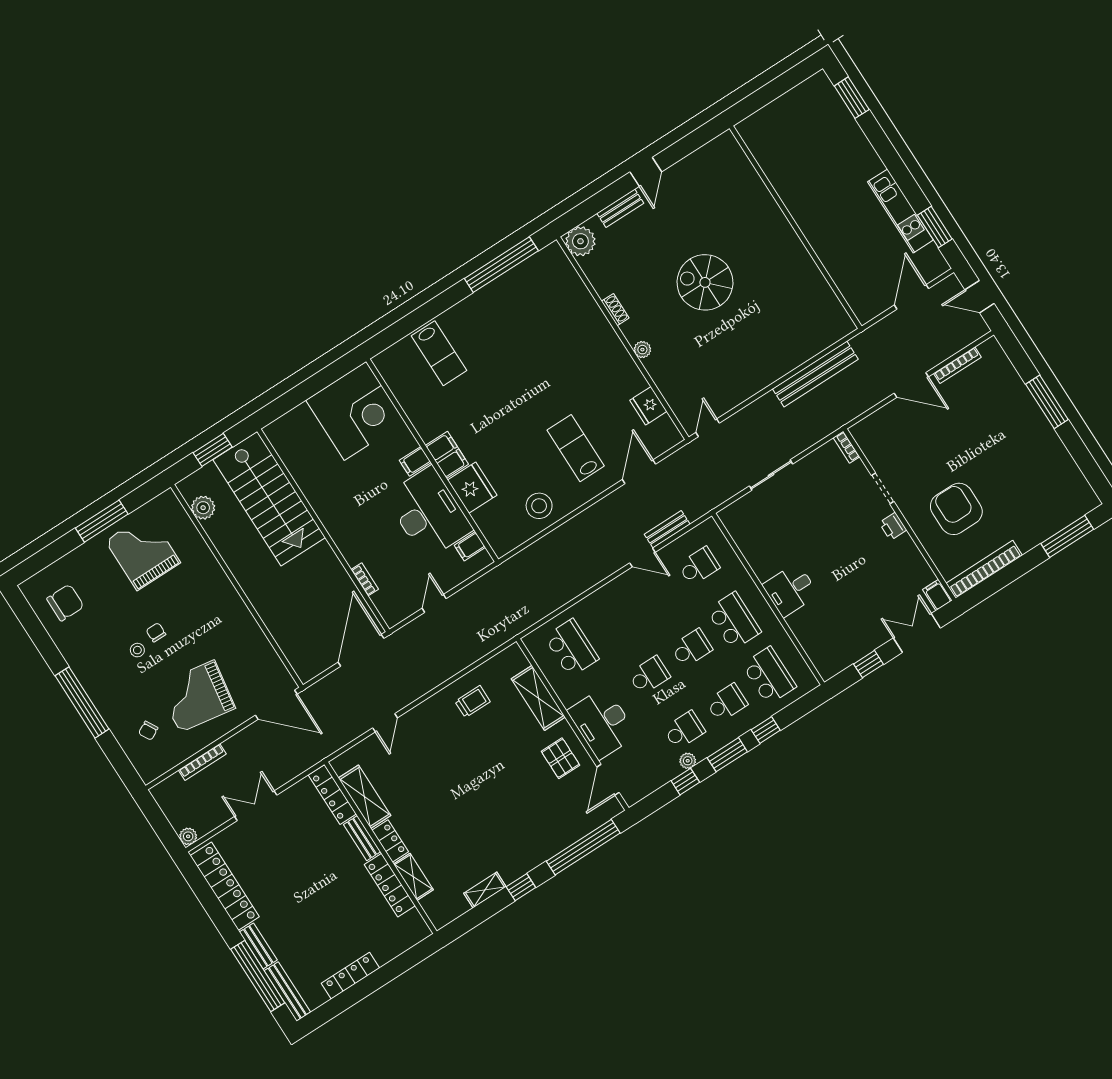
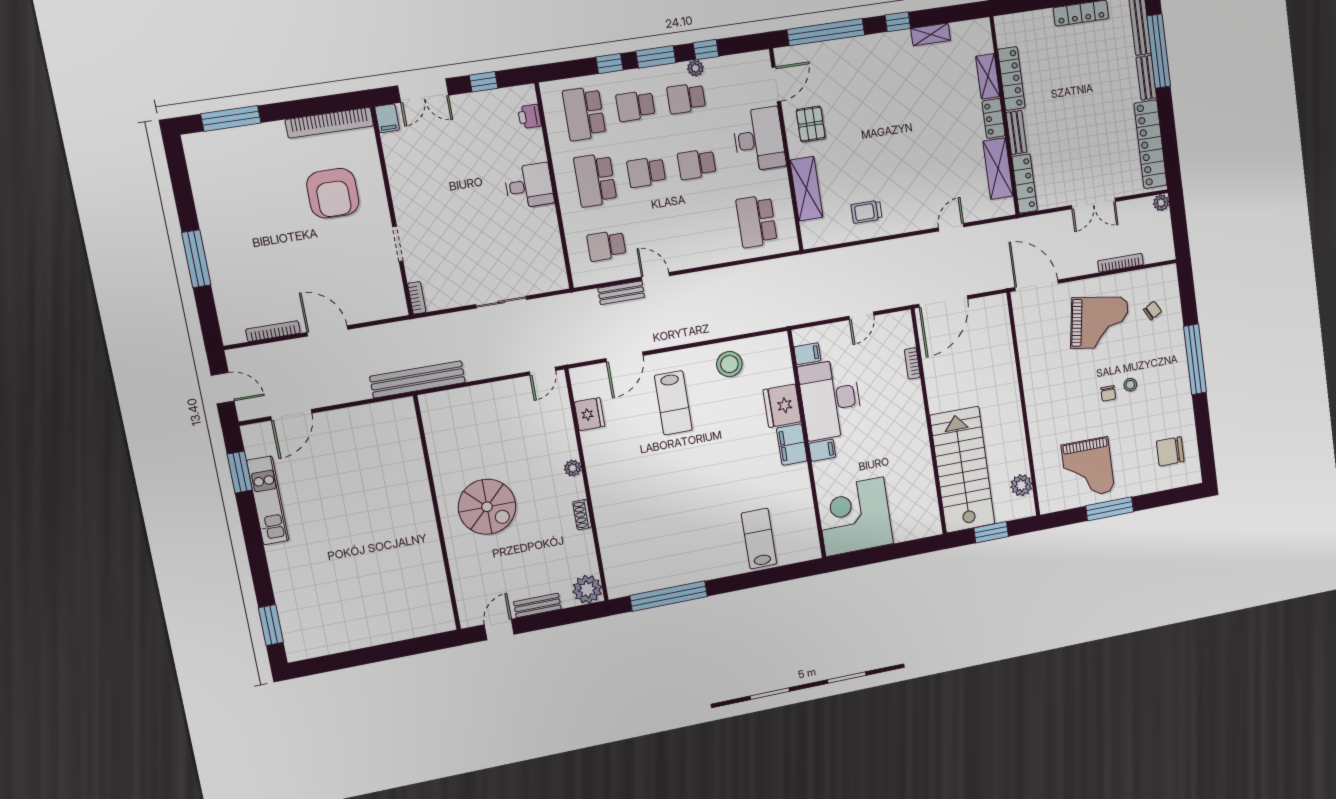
wall: (796, 227) -> (437, 514), moved
printer: (893, 526) -> (530, 116), moved, turned 180

